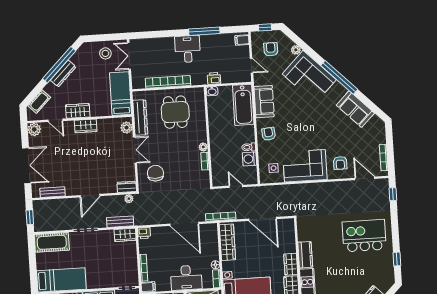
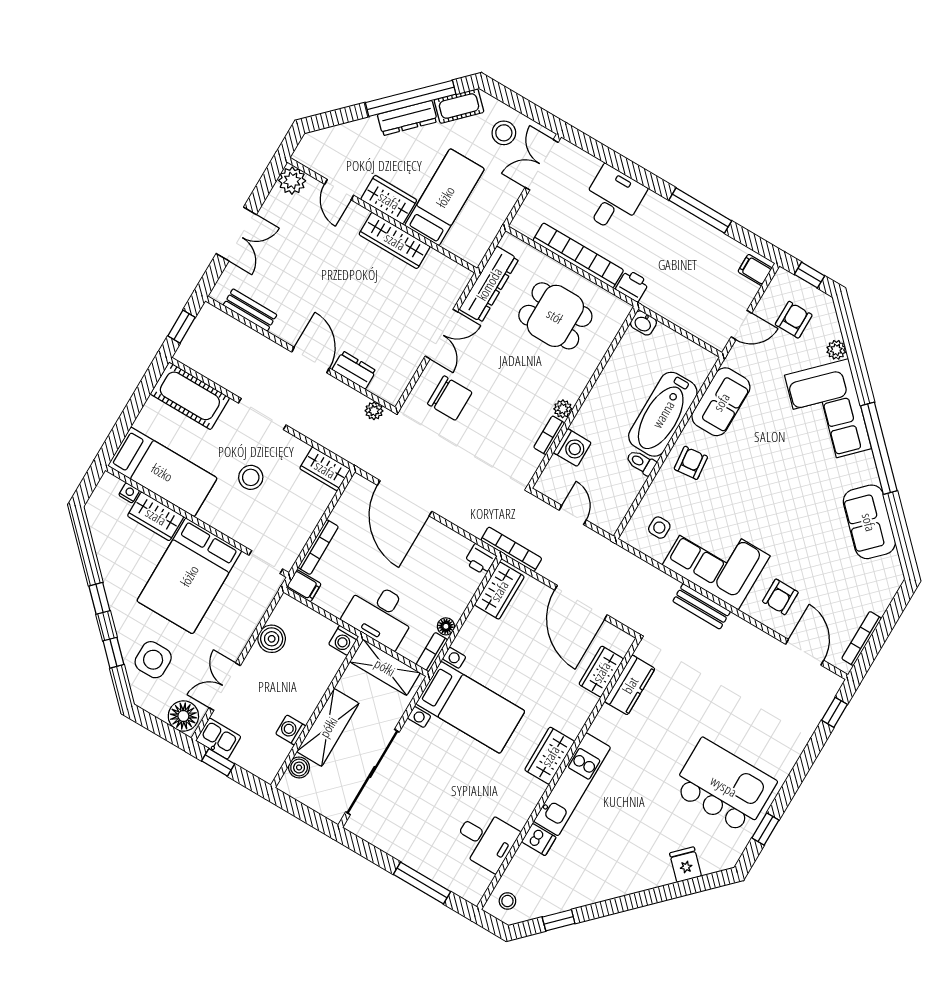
desk: (188, 49) -> (613, 199), moved
door: (251, 66) -> (741, 325), hinge flipped
printer: (214, 78) -> (632, 286), moved
bed: (121, 94) -> (445, 197), moved
cot: (39, 102) -> (459, 106), moved
bathtub: (243, 105) -> (663, 414), moved
dining table: (175, 112) -> (555, 316), turned 90
wardrobe: (86, 126) -> (395, 241), width x1.50
plant: (127, 128) -> (453, 285), removed
washing machine: (249, 159) -> (572, 448), moved, turned 180
double door: (27, 166) -> (236, 234), width x0.73
chair: (155, 173) -> (450, 398), turned 90
dresser: (127, 187) -> (354, 370), moved
door: (90, 196) -> (311, 360), swing flipped
bench: (120, 222) -> (702, 606), moved
door: (184, 224) -> (405, 498), moved
printer: (144, 233) -> (480, 559), moved
kitchen island: (364, 236) -> (724, 786), moved
wardrobe: (227, 242) -> (499, 591), width x0.67
kitchen counter: (305, 255) -> (630, 685), moved
stool: (98, 258) -> (251, 477), added
wardrobe: (291, 264) -> (601, 672), moved

